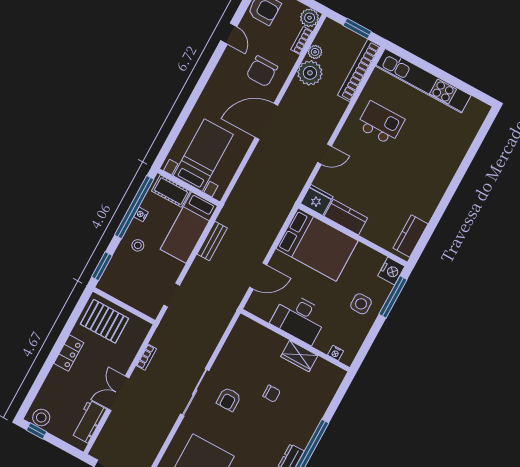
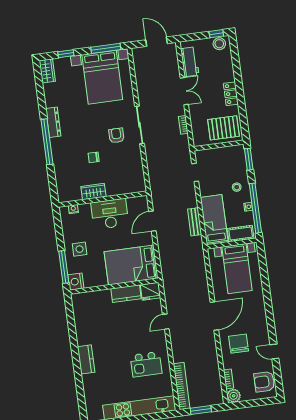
plant: (315, 52) -> (216, 378), removed
plant: (310, 73) -> (210, 363), removed
kitchen counter: (410, 236) -> (86, 359), moved

